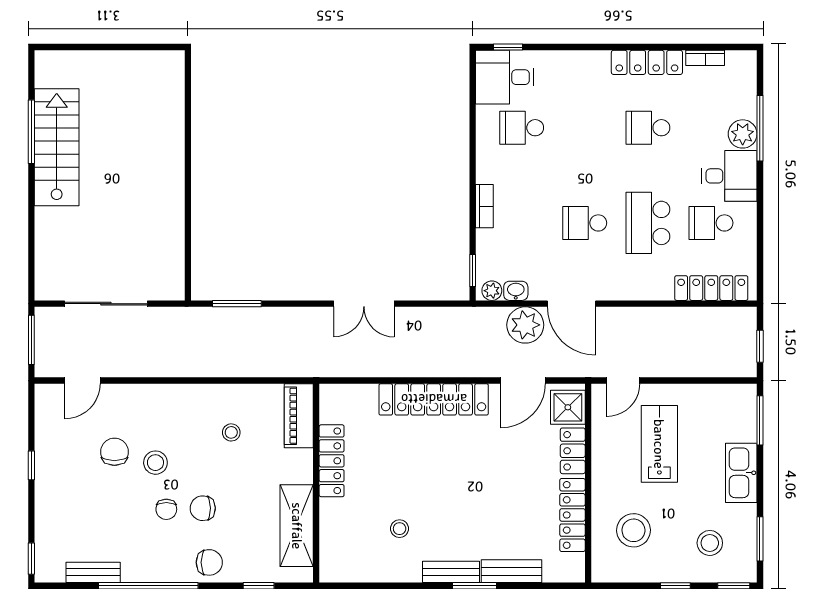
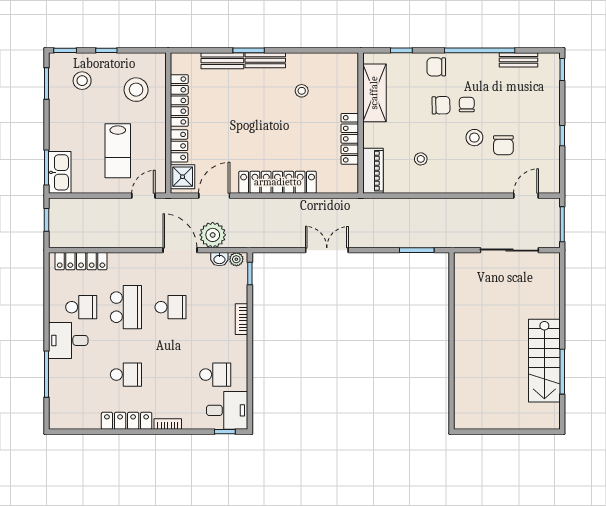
bookcase: (705, 58) -> (168, 424), moved
plant: (743, 134) -> (59, 370), removed
kitchen sink: (741, 473) -> (60, 172), moved

